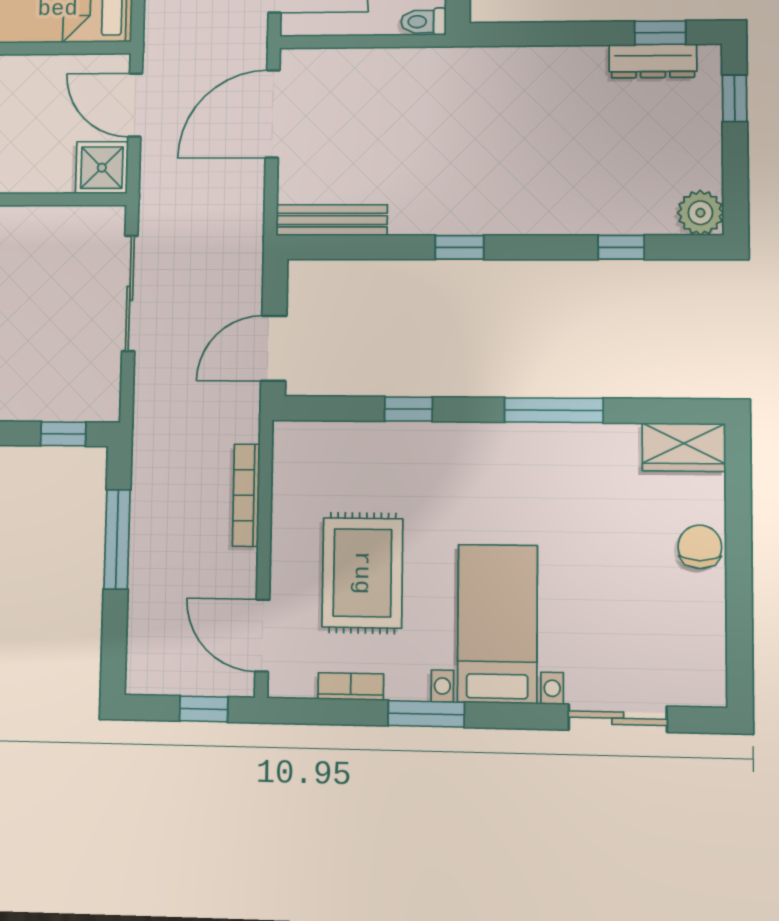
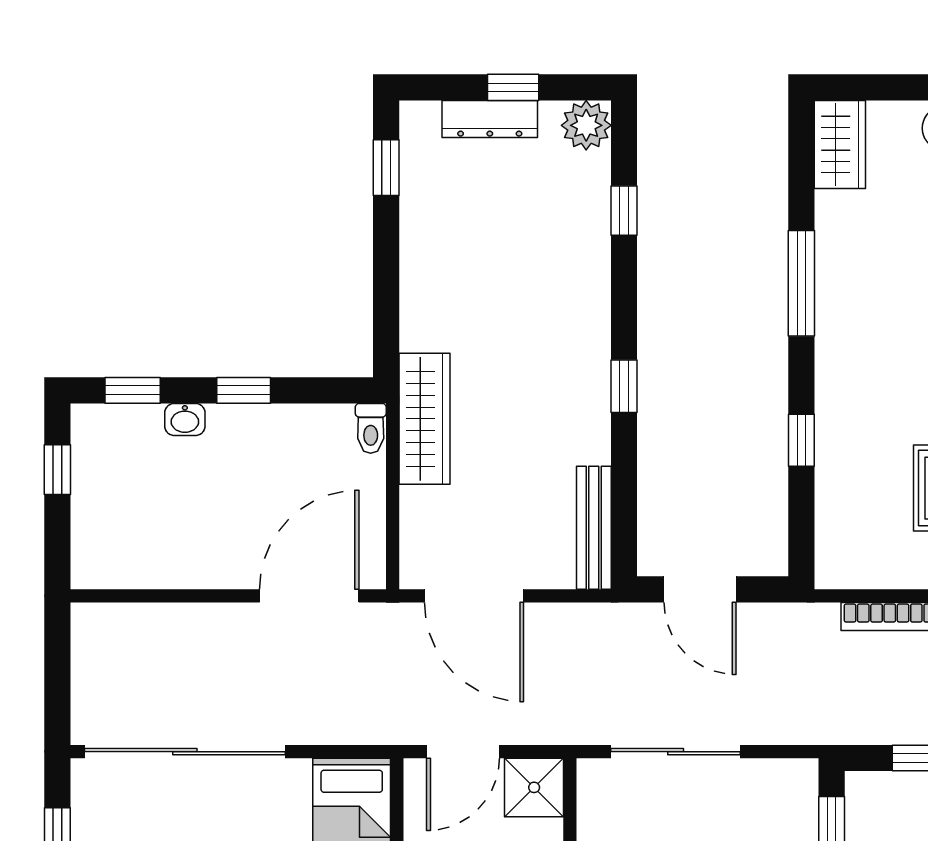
dresser: (653, 61) -> (490, 119), moved, turned 90
wardrobe: (432, 69) -> (424, 419), added
window: (735, 98) -> (513, 87), moved
door: (274, 348) -> (700, 589), moved

